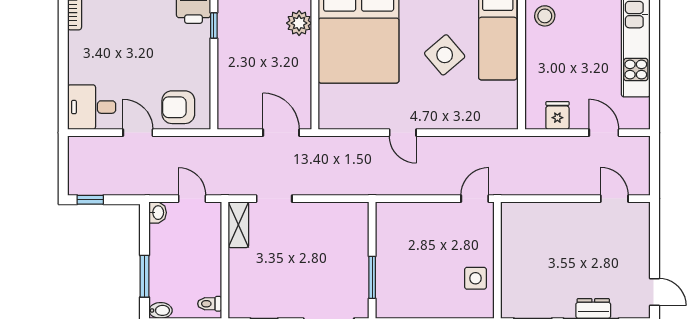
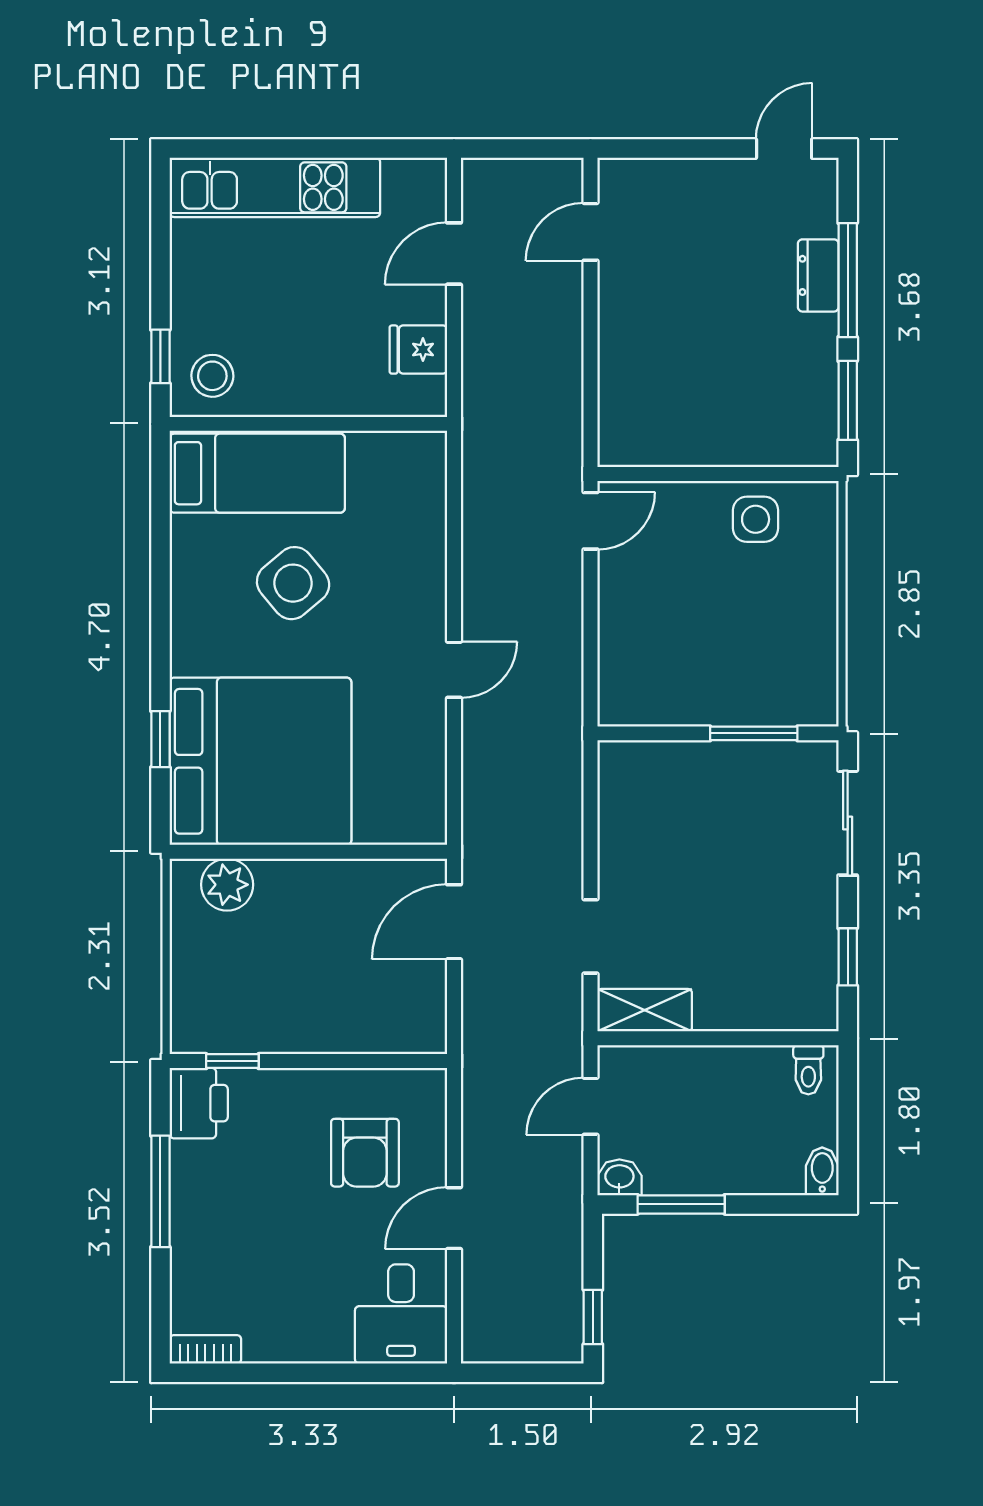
armchair: (178, 107) -> (365, 1153), moved
door: (475, 199) -> (591, 521), swing flipped
window: (145, 276) -> (681, 1204), moved

